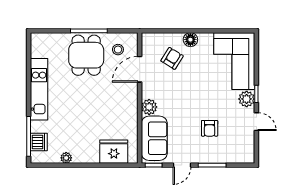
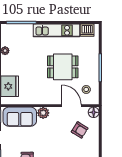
floor lamp: (190, 40) -> (94, 112), moved
dining table: (86, 55) -> (63, 67), moved
dishwasher: (39, 142) -> (87, 30), moved

